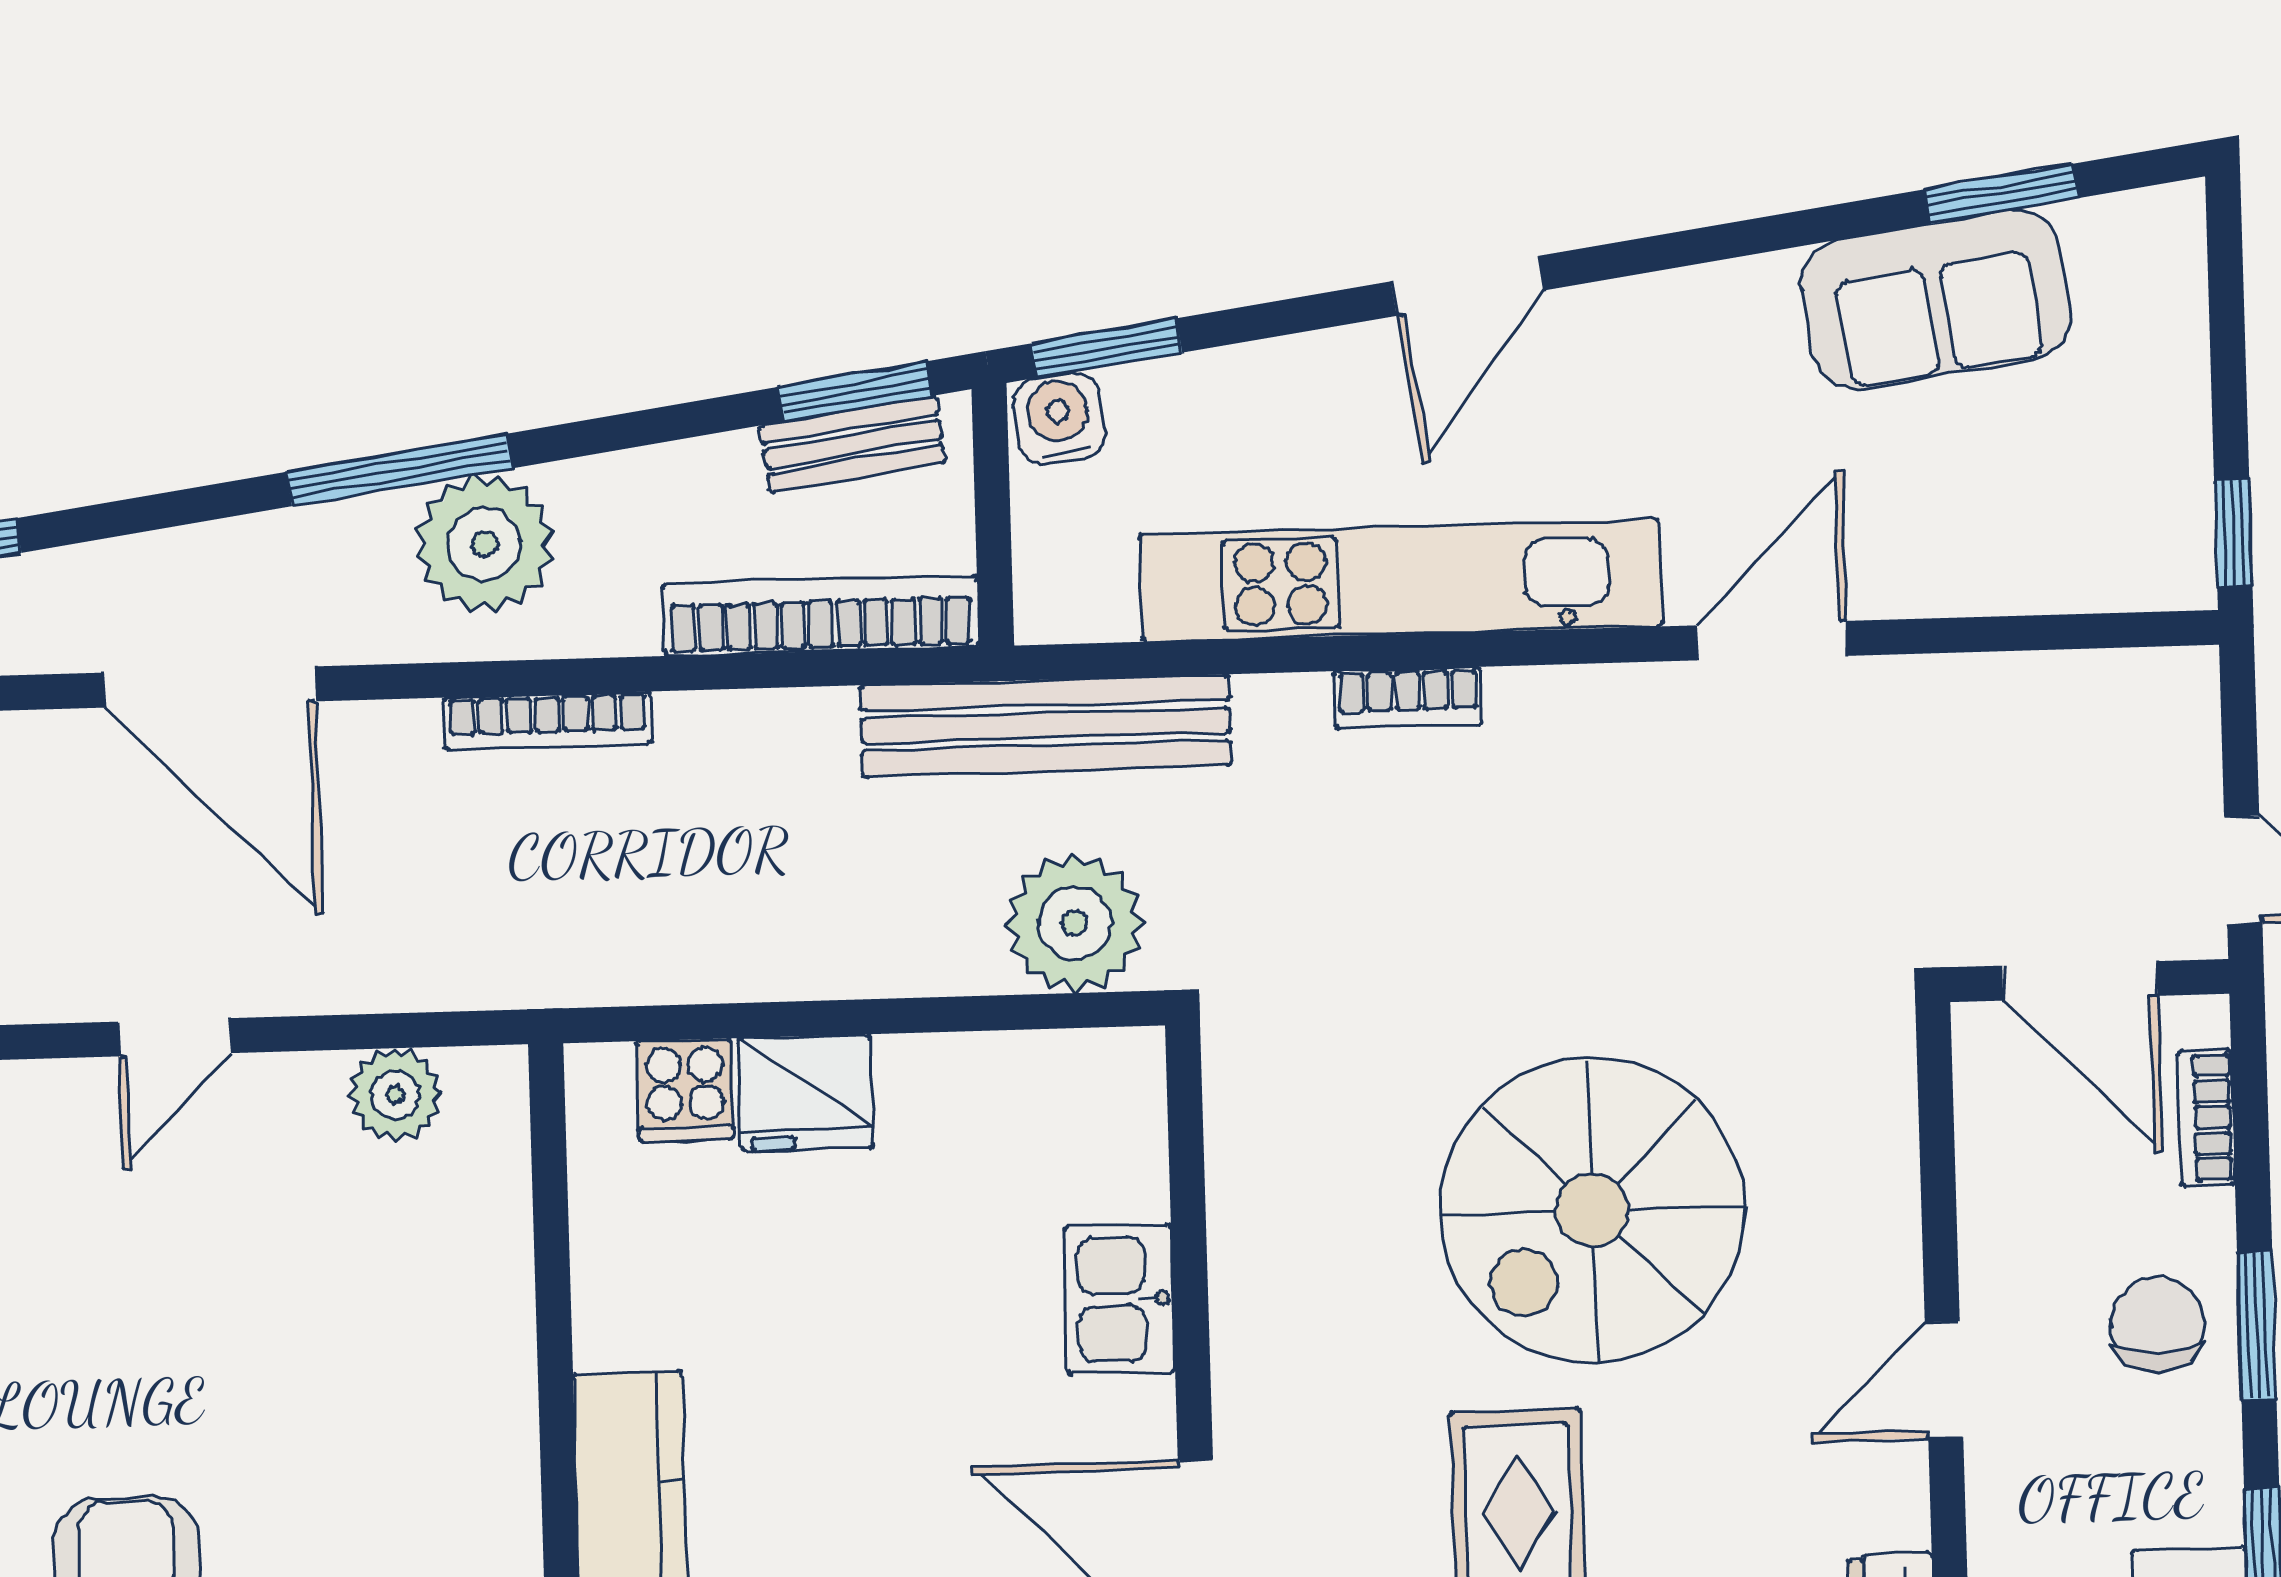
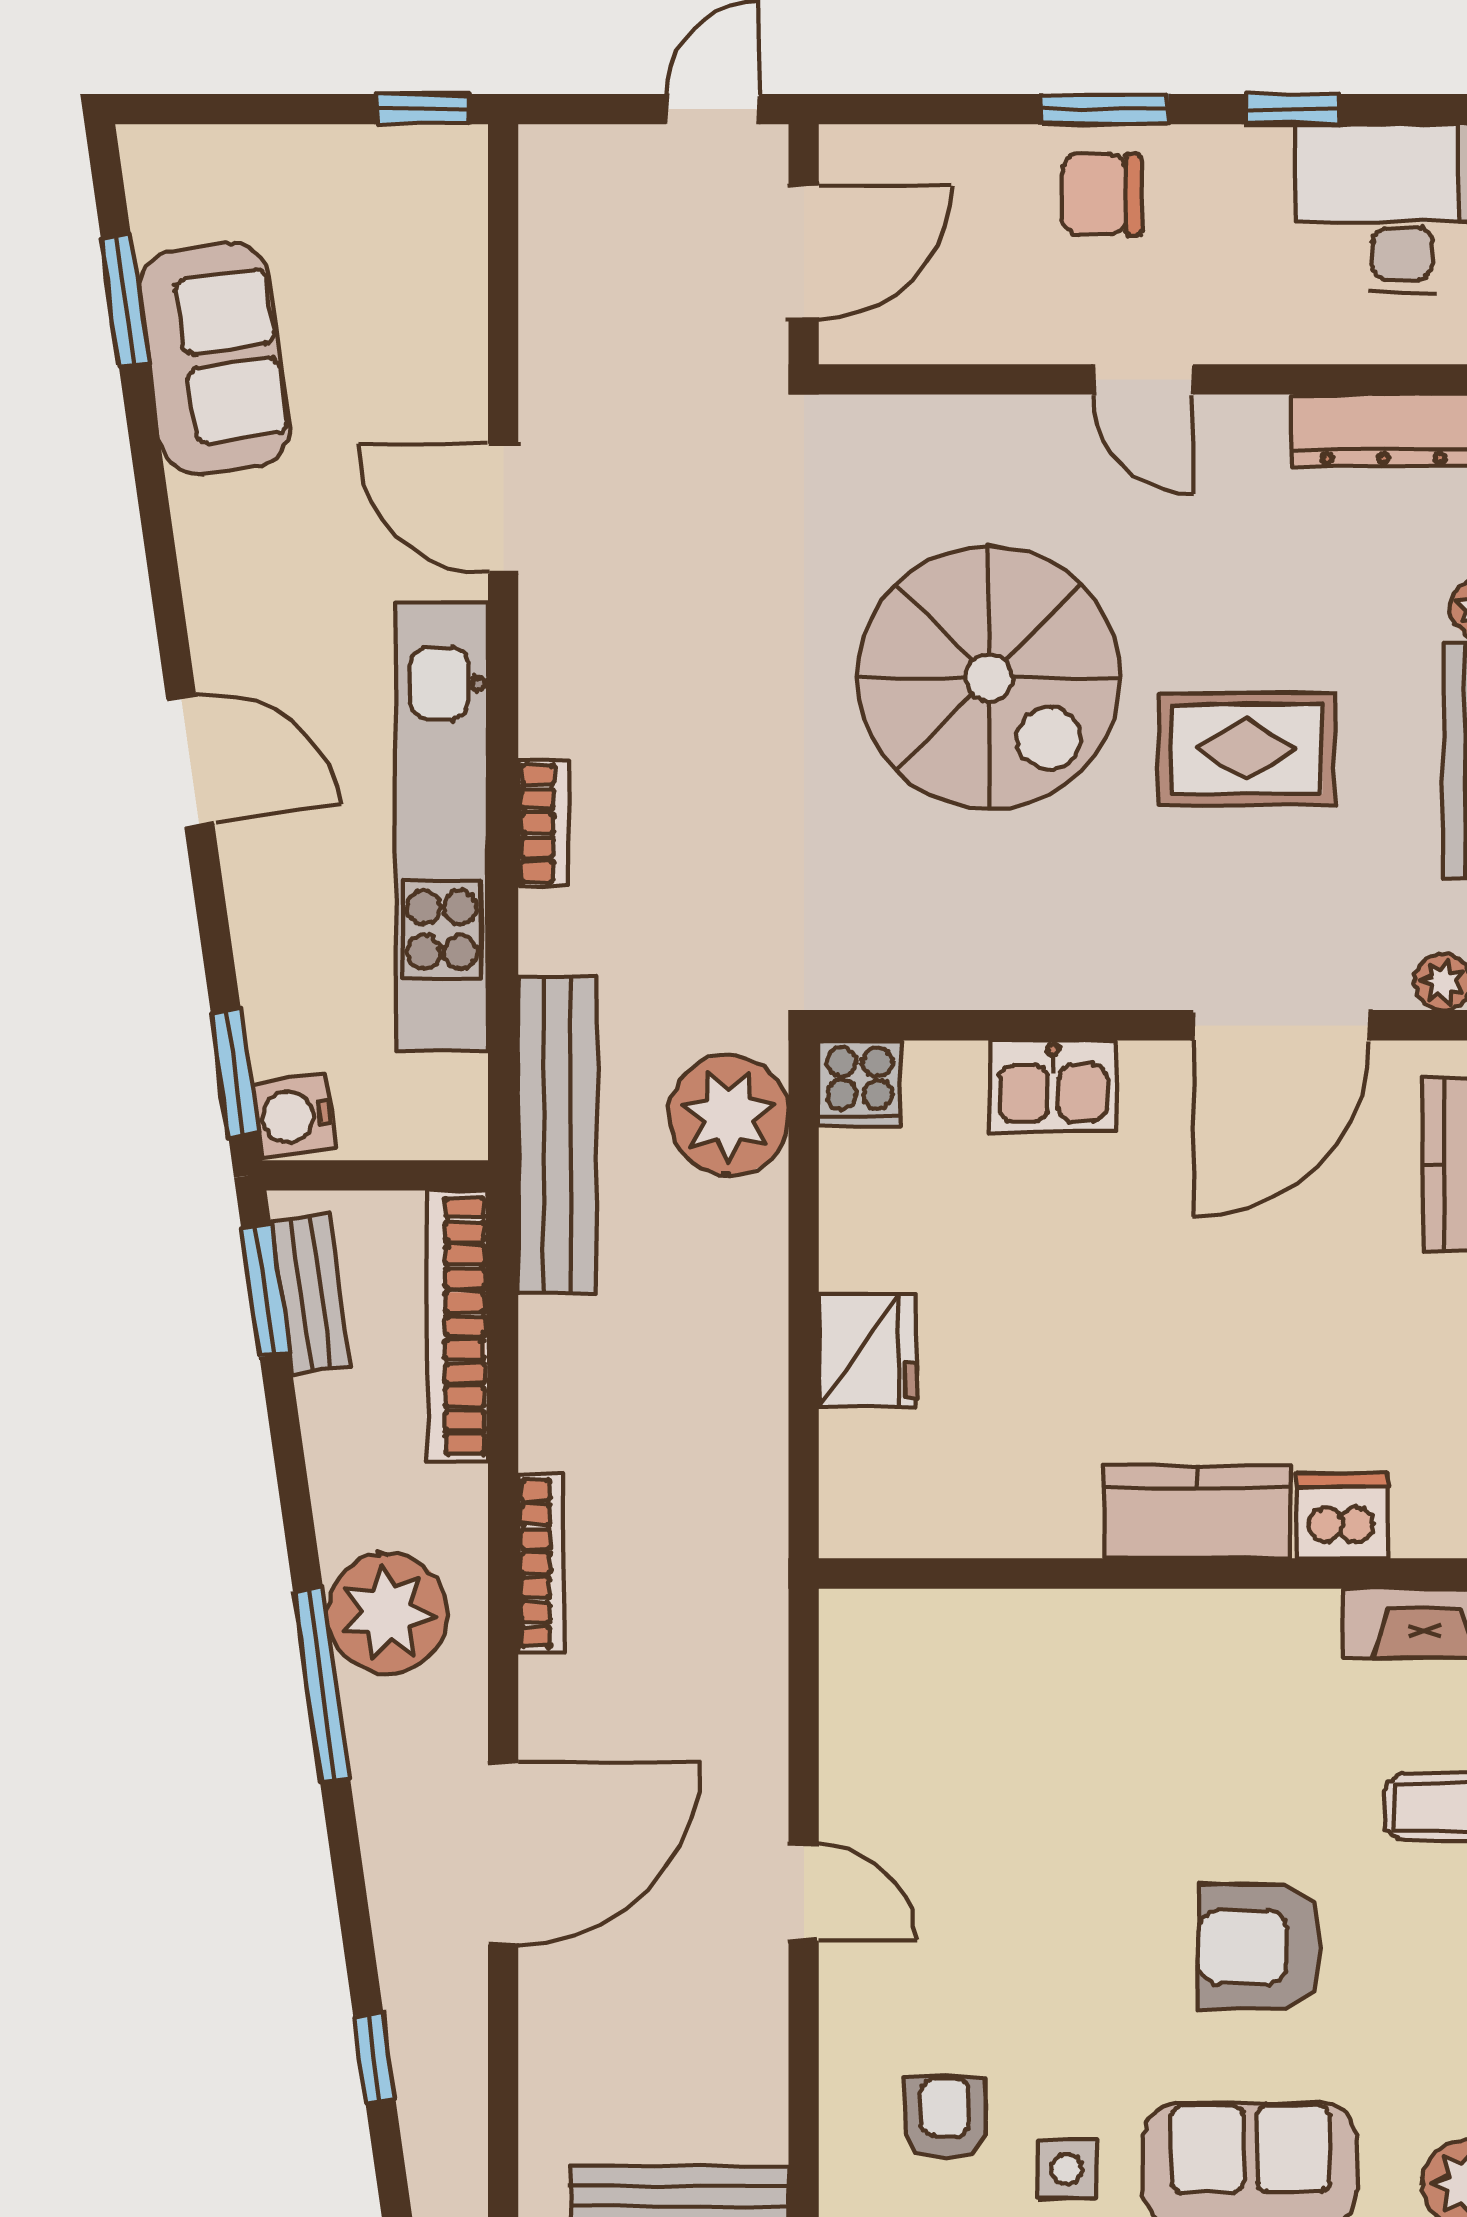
cooker: (685, 1090) -> (860, 1084), moved, turned 90
plant: (395, 1095) -> (859, 1704), removed
bookcase: (2206, 1118) -> (925, 147), removed

